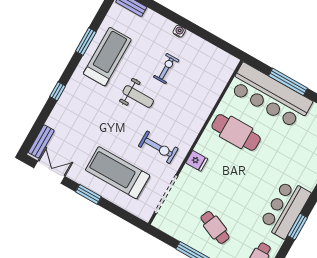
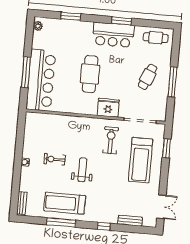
window: (86, 42) -> (61, 222), width x1.44
cafe table: (236, 132) -> (90, 74), moved
bench: (41, 141) -> (130, 221), moved
fridge: (197, 161) -> (108, 108), width x1.88, depth x1.34
double door: (49, 172) -> (161, 207), swing flipped
window: (88, 194) -> (167, 148), moved

